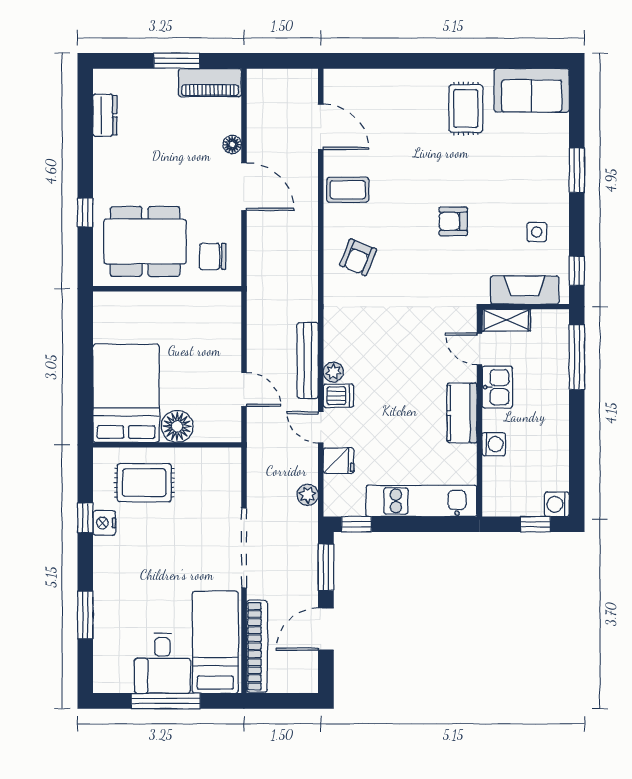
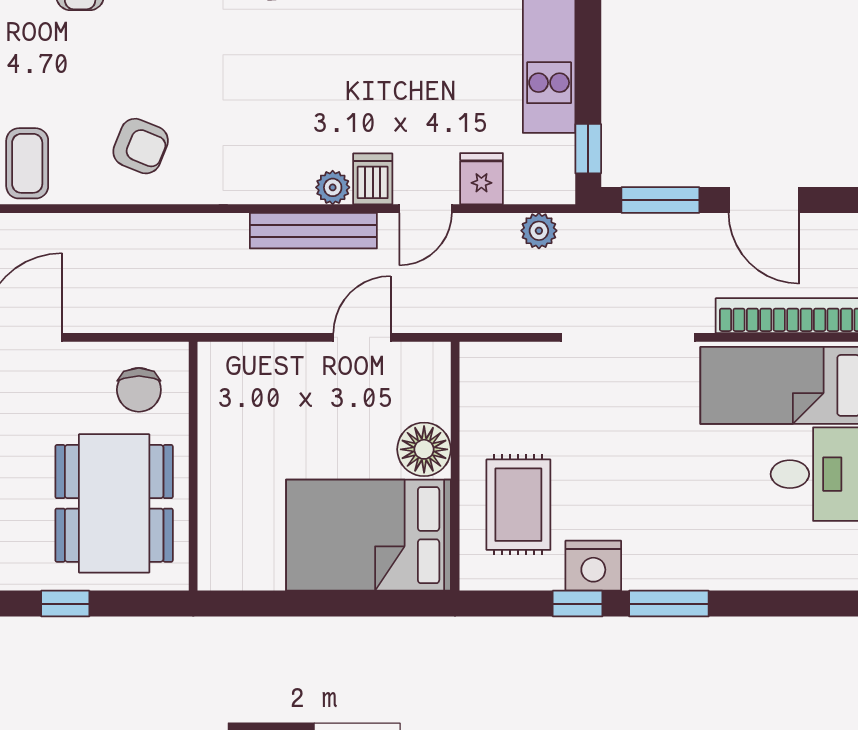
nightstand: (104, 523) -> (593, 566), width x1.36, depth x1.33
window: (85, 615) -> (669, 604), moved

